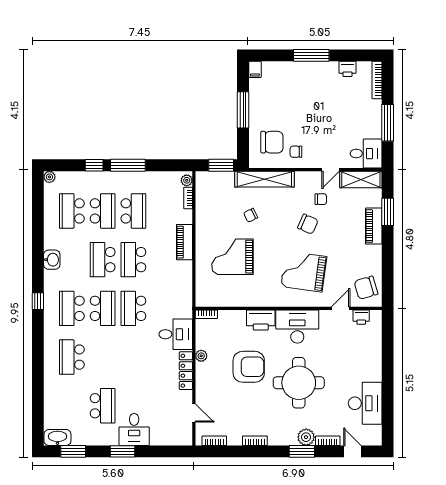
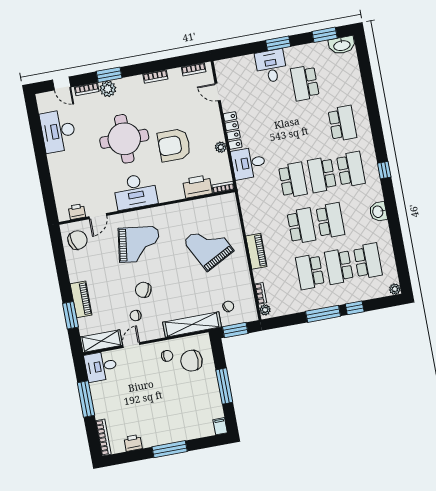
chair: (251, 215) -> (228, 306), moved
grand piano: (232, 257) -> (209, 246), turned -118
printer: (261, 320) -> (197, 186), moved

